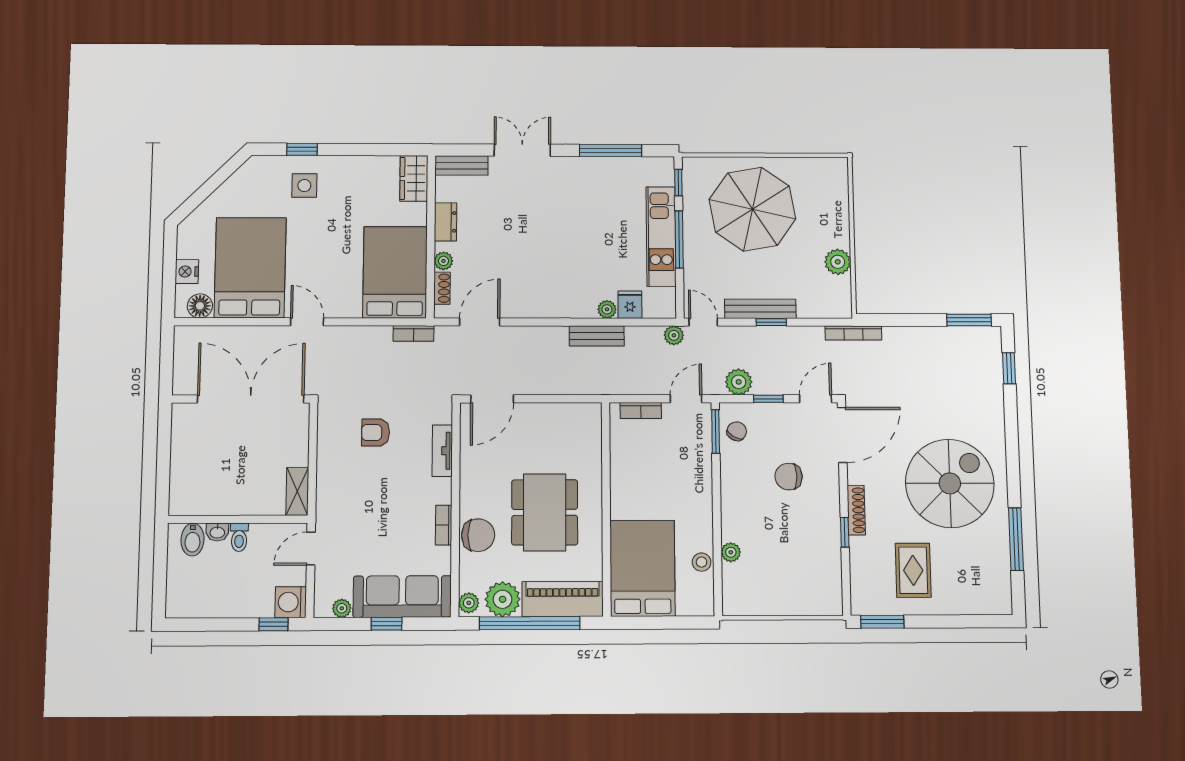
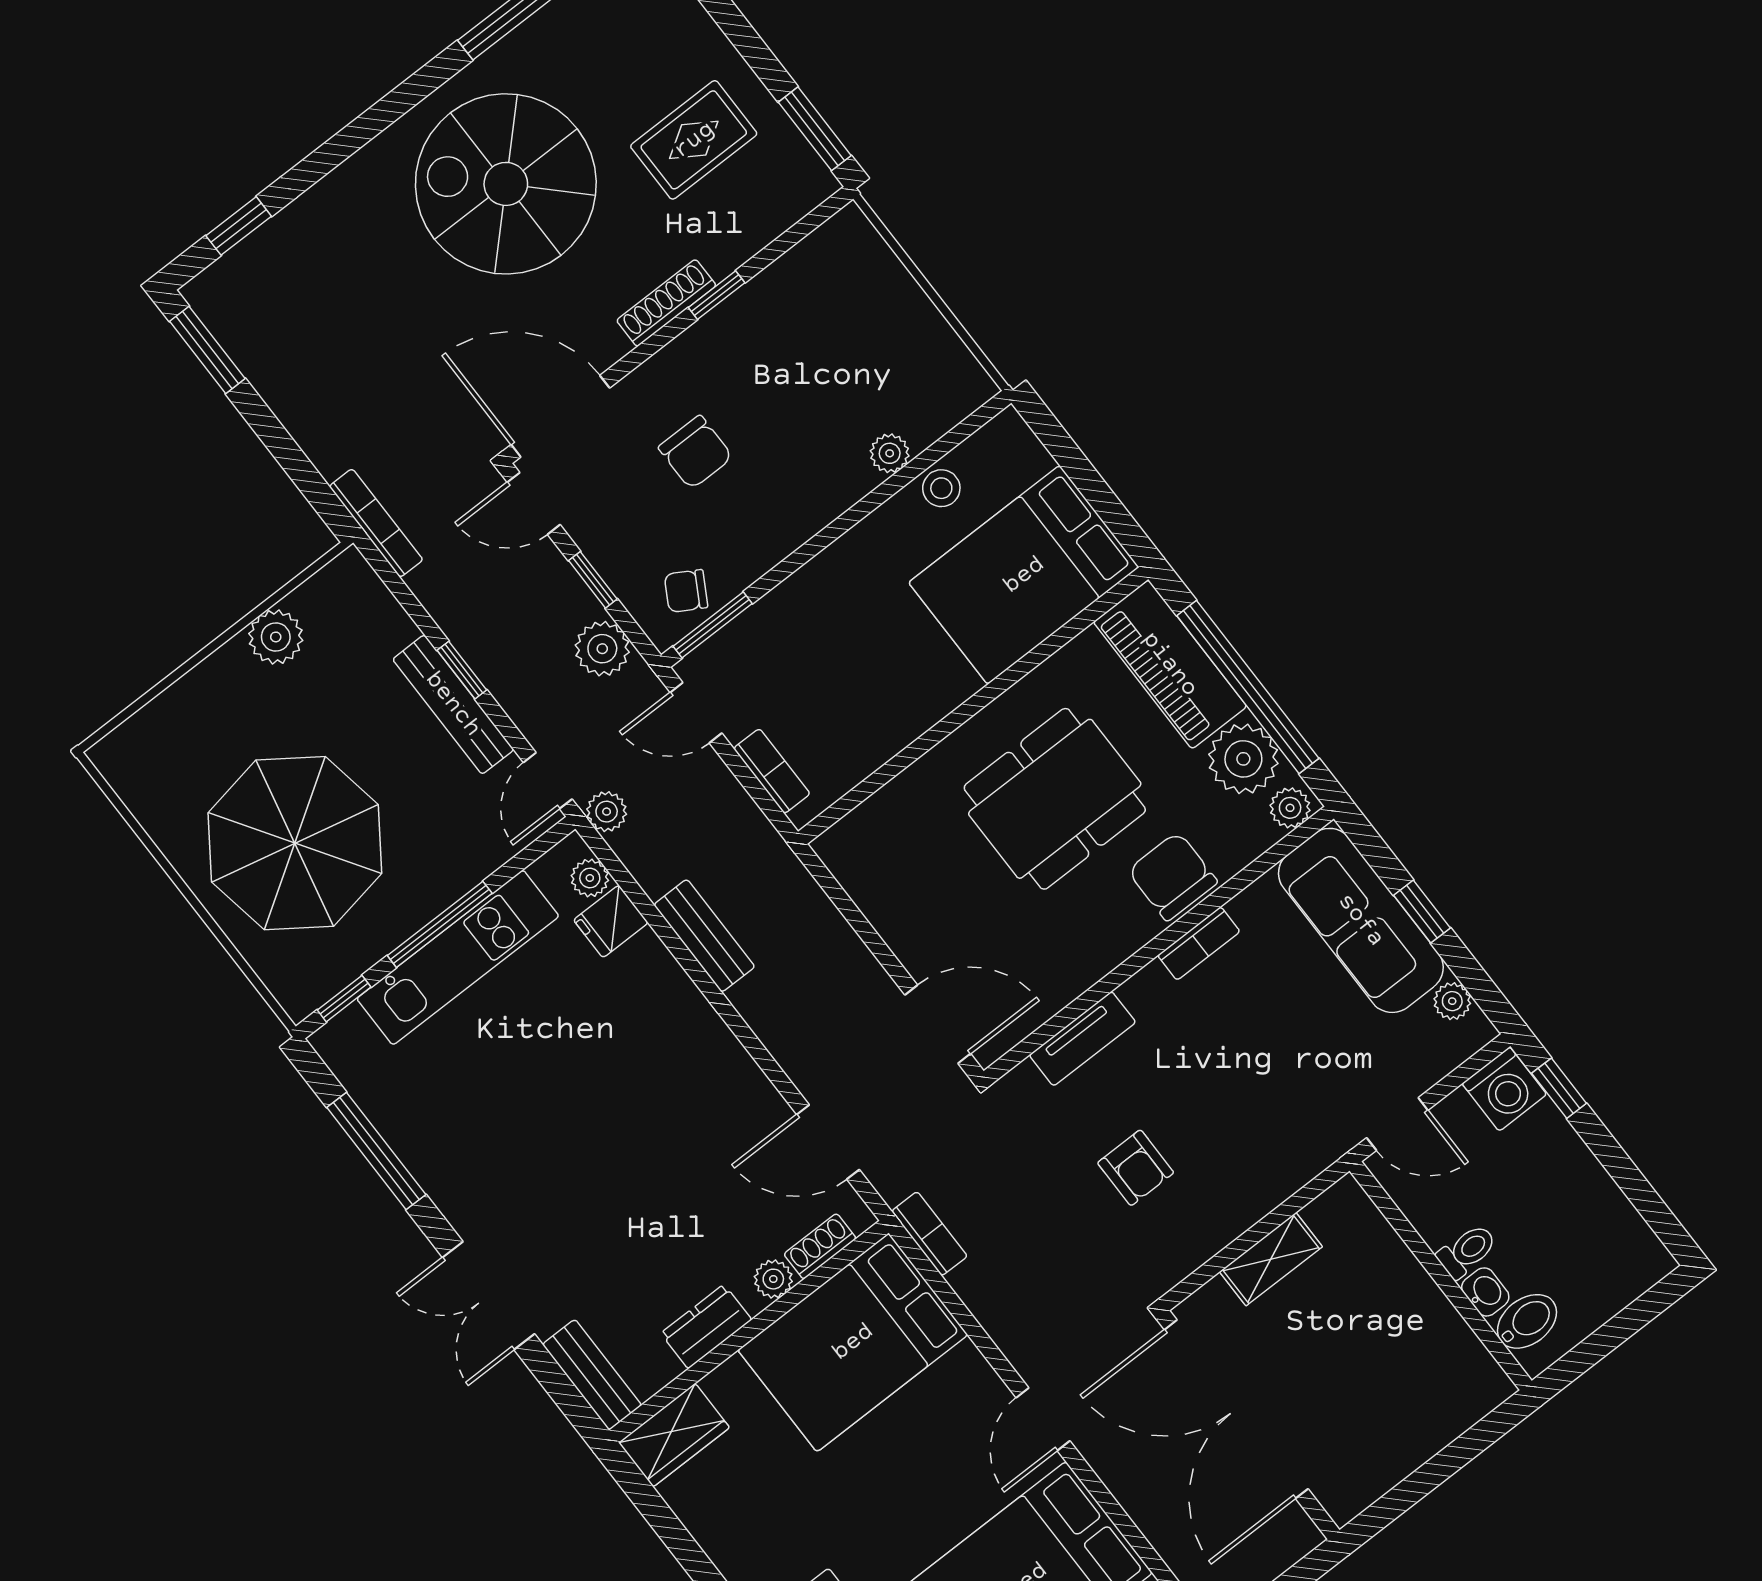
plant: (607, 309) -> (590, 878), moved
shelving: (297, 491) -> (1271, 1259), moved

